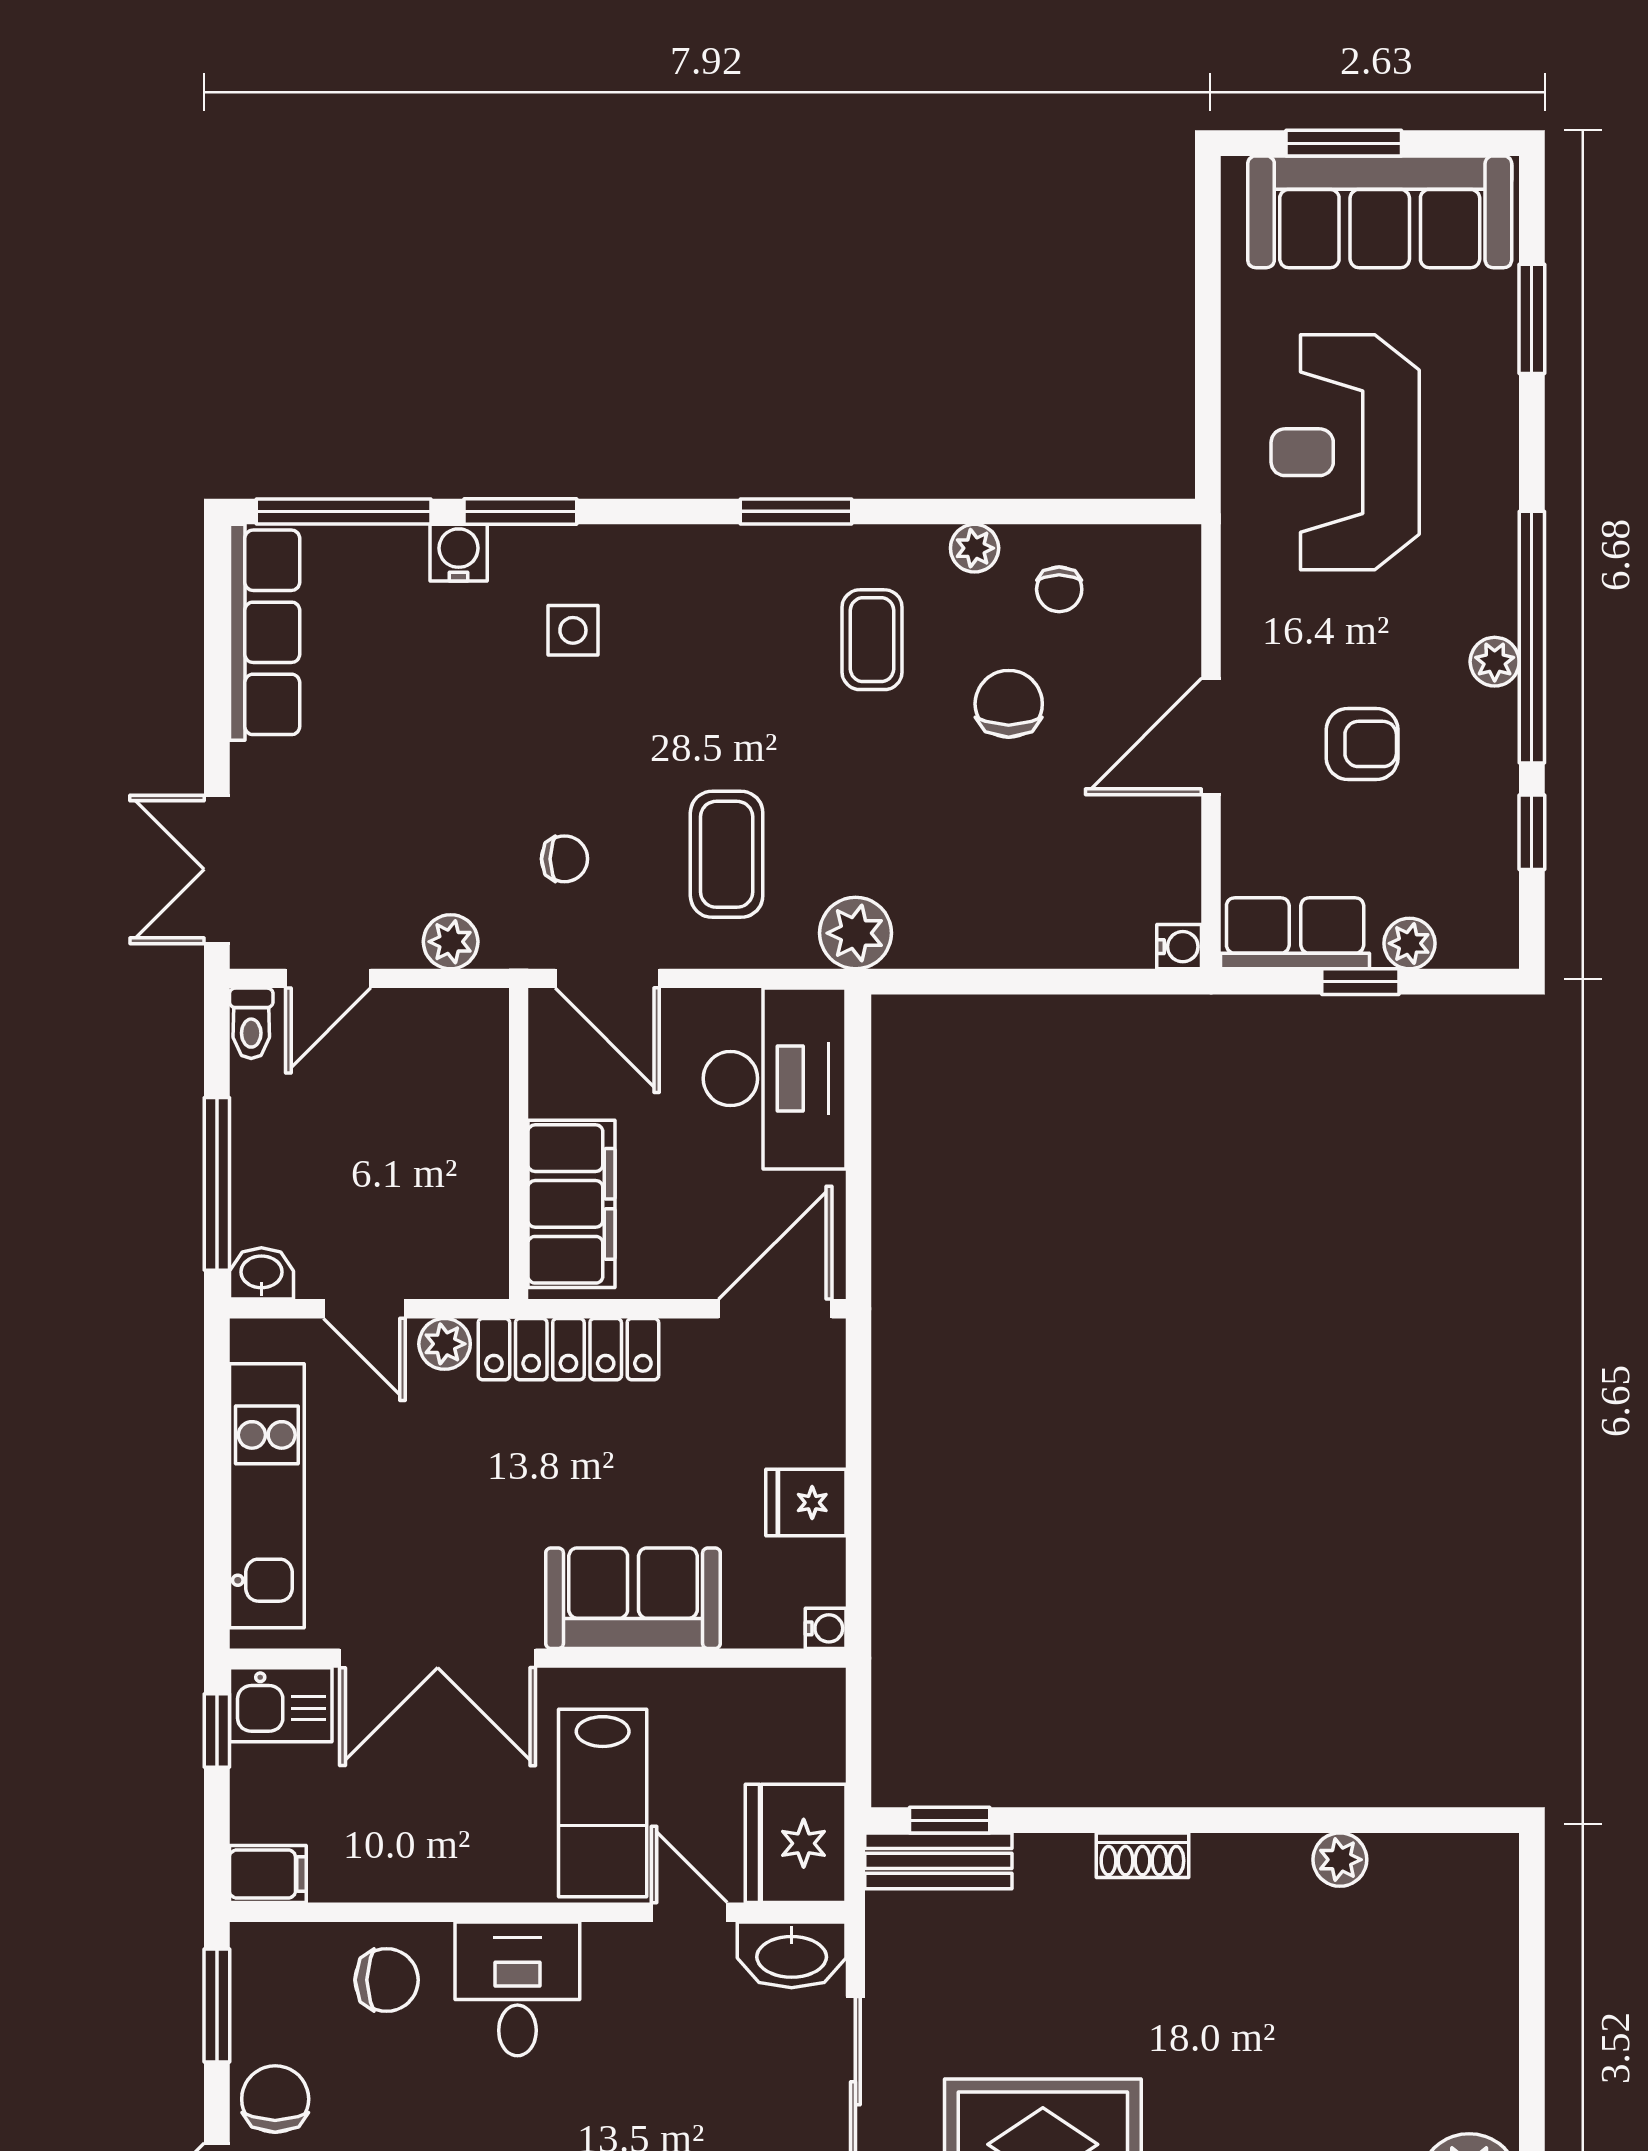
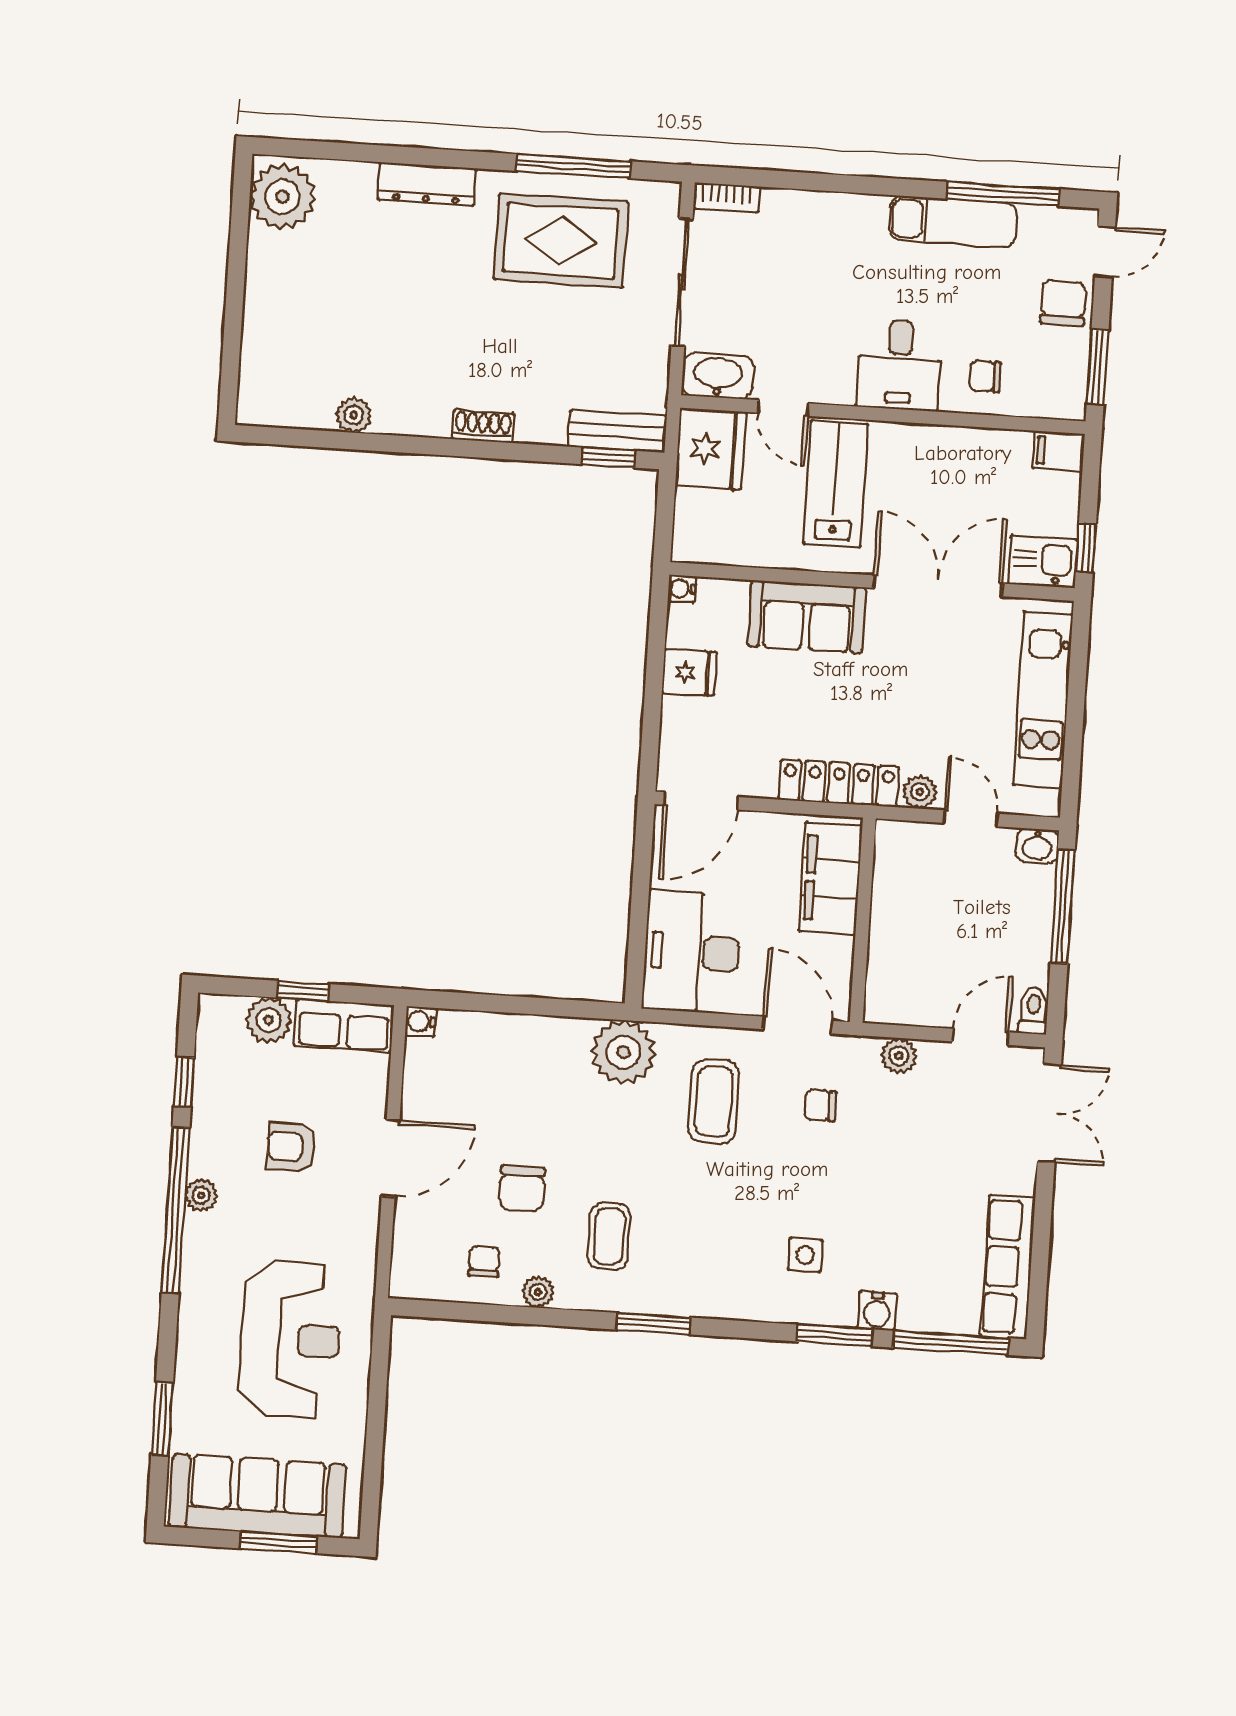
plant: (856, 933) -> (623, 1052), width x1.36, depth x1.36
plant: (1409, 943) -> (269, 1020), width x1.38, depth x1.38
chair: (387, 1980) -> (985, 376), width x0.73, depth x0.73
chair: (275, 2099) -> (1063, 303), turned 180

